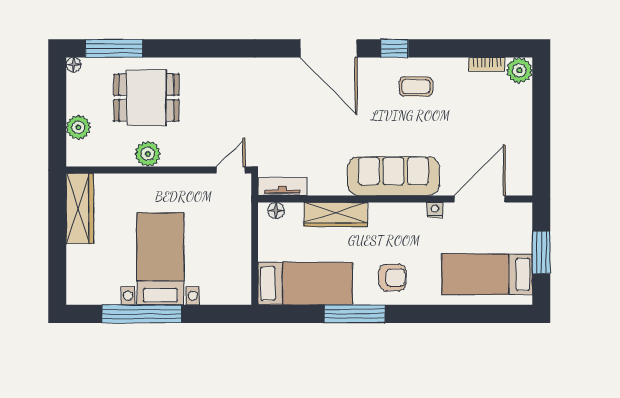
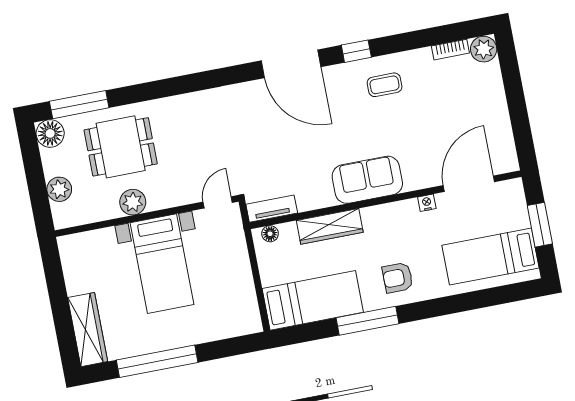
floor lamp: (73, 65) -> (50, 133), width x1.89, depth x1.89
sofa: (393, 176) -> (367, 180), width x0.73
wardrobe: (80, 208) -> (88, 330), moved
bed with nightstands: (160, 259) -> (162, 264), moved, turned 180
armchair: (392, 277) -> (398, 278), turned 180

